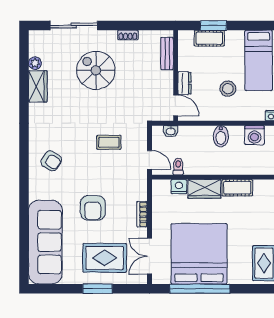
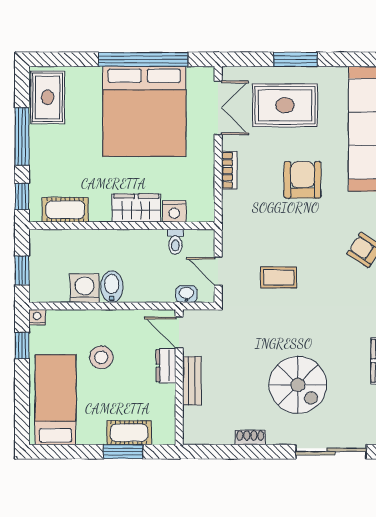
bench: (167, 54) -> (192, 381), moved
washing machine: (254, 135) -> (85, 288), moved
door: (149, 160) -> (218, 271), moved
cot: (237, 188) -> (65, 210), moved

